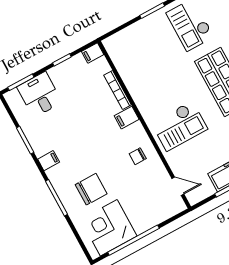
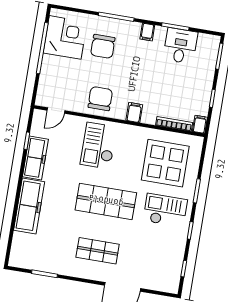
display table: (149, 57) -> (165, 163), added
bookcase: (118, 90) -> (174, 124), moved
desk: (39, 95) -> (180, 46), moved, turned -90
chair: (138, 156) -> (100, 99), width x1.87, depth x1.87

